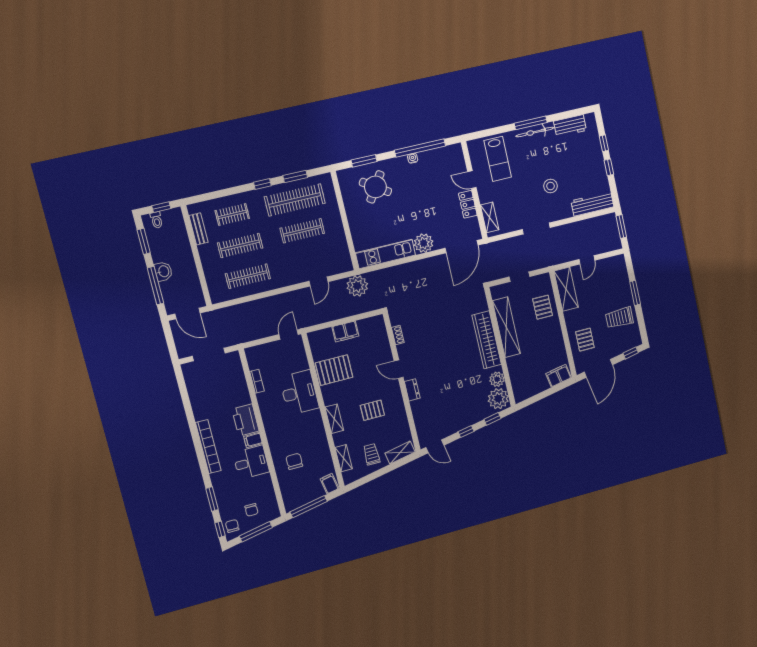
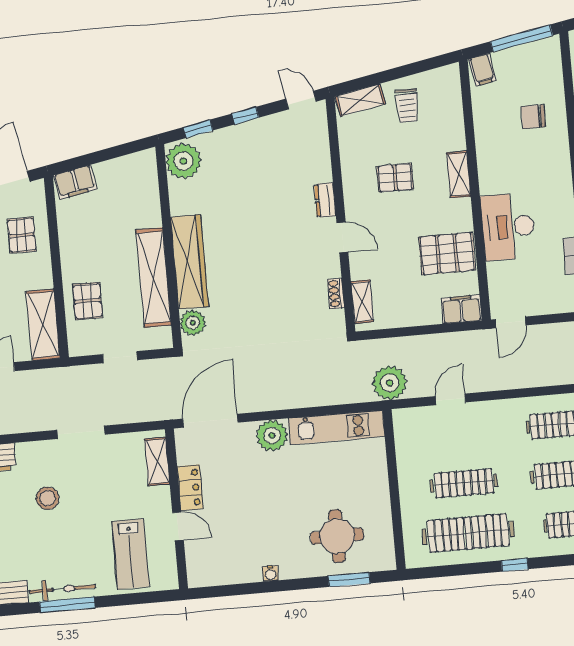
window: (420, 148) -> (256, 588), removed
lab bench: (498, 159) -> (131, 554), turned 180
window: (295, 177) -> (462, 570), removed
round table: (375, 187) -> (337, 536), turned -33
filing cabinet: (345, 331) -> (461, 309), moved
plant: (497, 379) -> (193, 323), moved
shelving: (344, 458) -> (362, 302), moved
chair: (294, 461) -> (533, 117), turned 90

